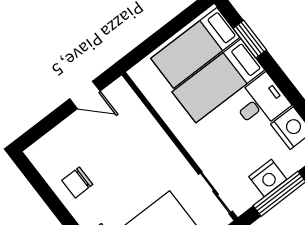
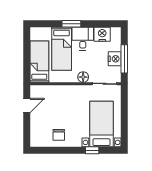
window: (250, 39) -> (71, 24), moved
bed: (195, 48) -> (39, 62), moved, turned 180
floor lamp: (200, 150) -> (83, 77), added

